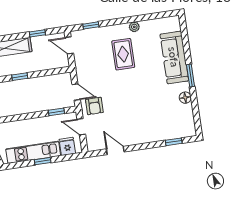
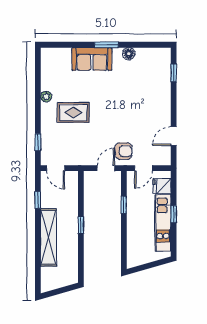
door: (69, 45) -> (56, 168), hinge flipped
sofa: (174, 57) -> (92, 59), width x0.73
window: (56, 112) -> (124, 205), moved

